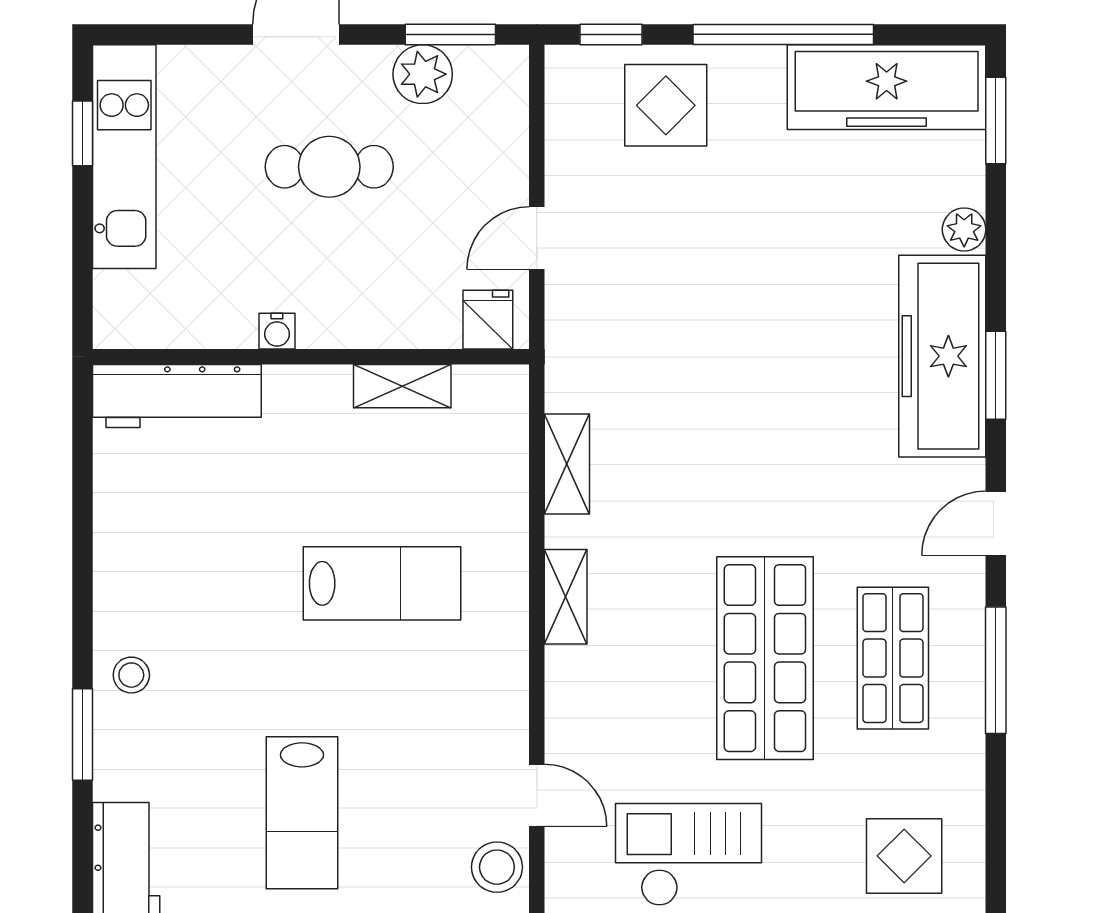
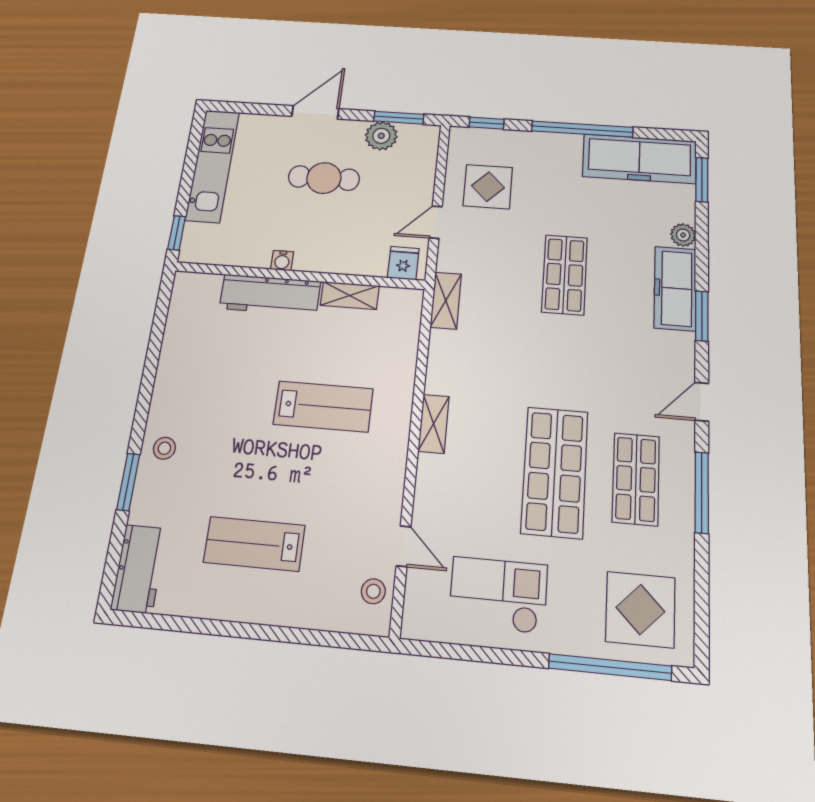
display table: (666, 105) -> (488, 187), moved
window: (83, 133) -> (177, 233), moved
shop shelf: (765, 319) -> (565, 275), added
freezer: (942, 356) -> (675, 288), width x0.73, depth x0.79
workbench: (177, 396) -> (270, 295), moved
shelving: (567, 464) -> (446, 301), moved
lab bench: (302, 813) -> (254, 544), turned 90
display table: (904, 856) -> (640, 609), width x1.36, depth x1.36
stool: (497, 867) -> (373, 591), width x0.73, depth x0.73

